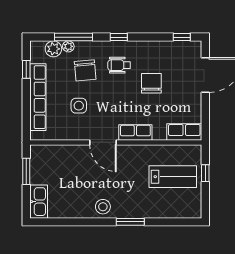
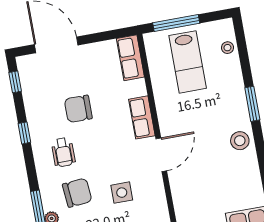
window: (119, 37) -> (24, 133), moved
window: (205, 173) -> (176, 23), width x2.17
lab bench: (173, 177) -> (188, 62), turned 180
stool: (178, 210) -> (227, 48), added

